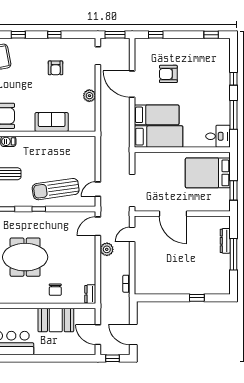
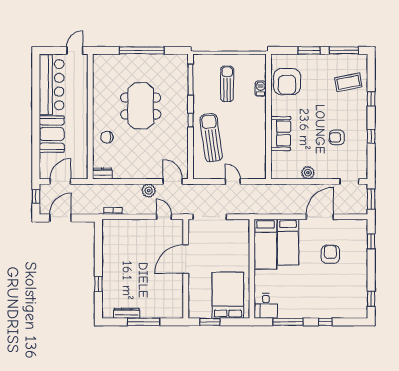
door: (98, 189) -> (233, 181), moved
dresser: (225, 241) -> (127, 313), moved
booth: (56, 320) -> (52, 134), moved

